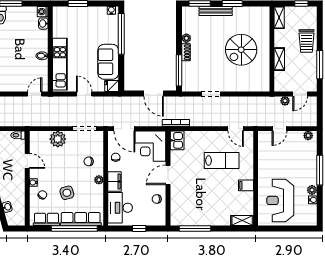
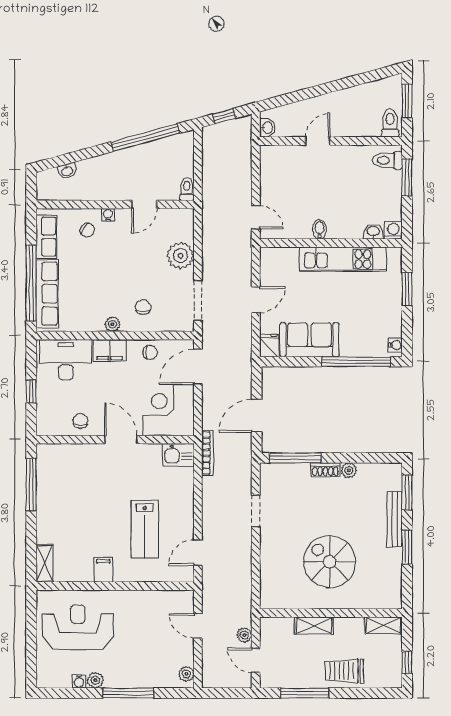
kitchen unit: (60, 64) -> (343, 259), moved
side table: (67, 193) -> (91, 271), removed

